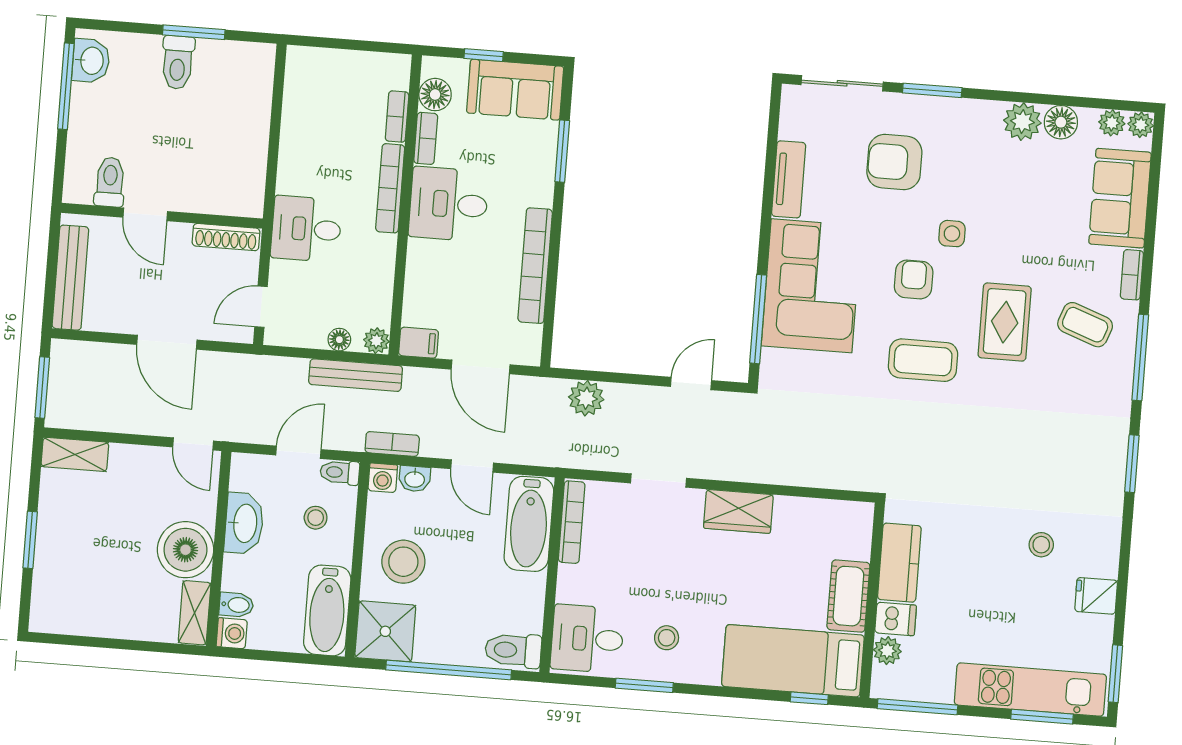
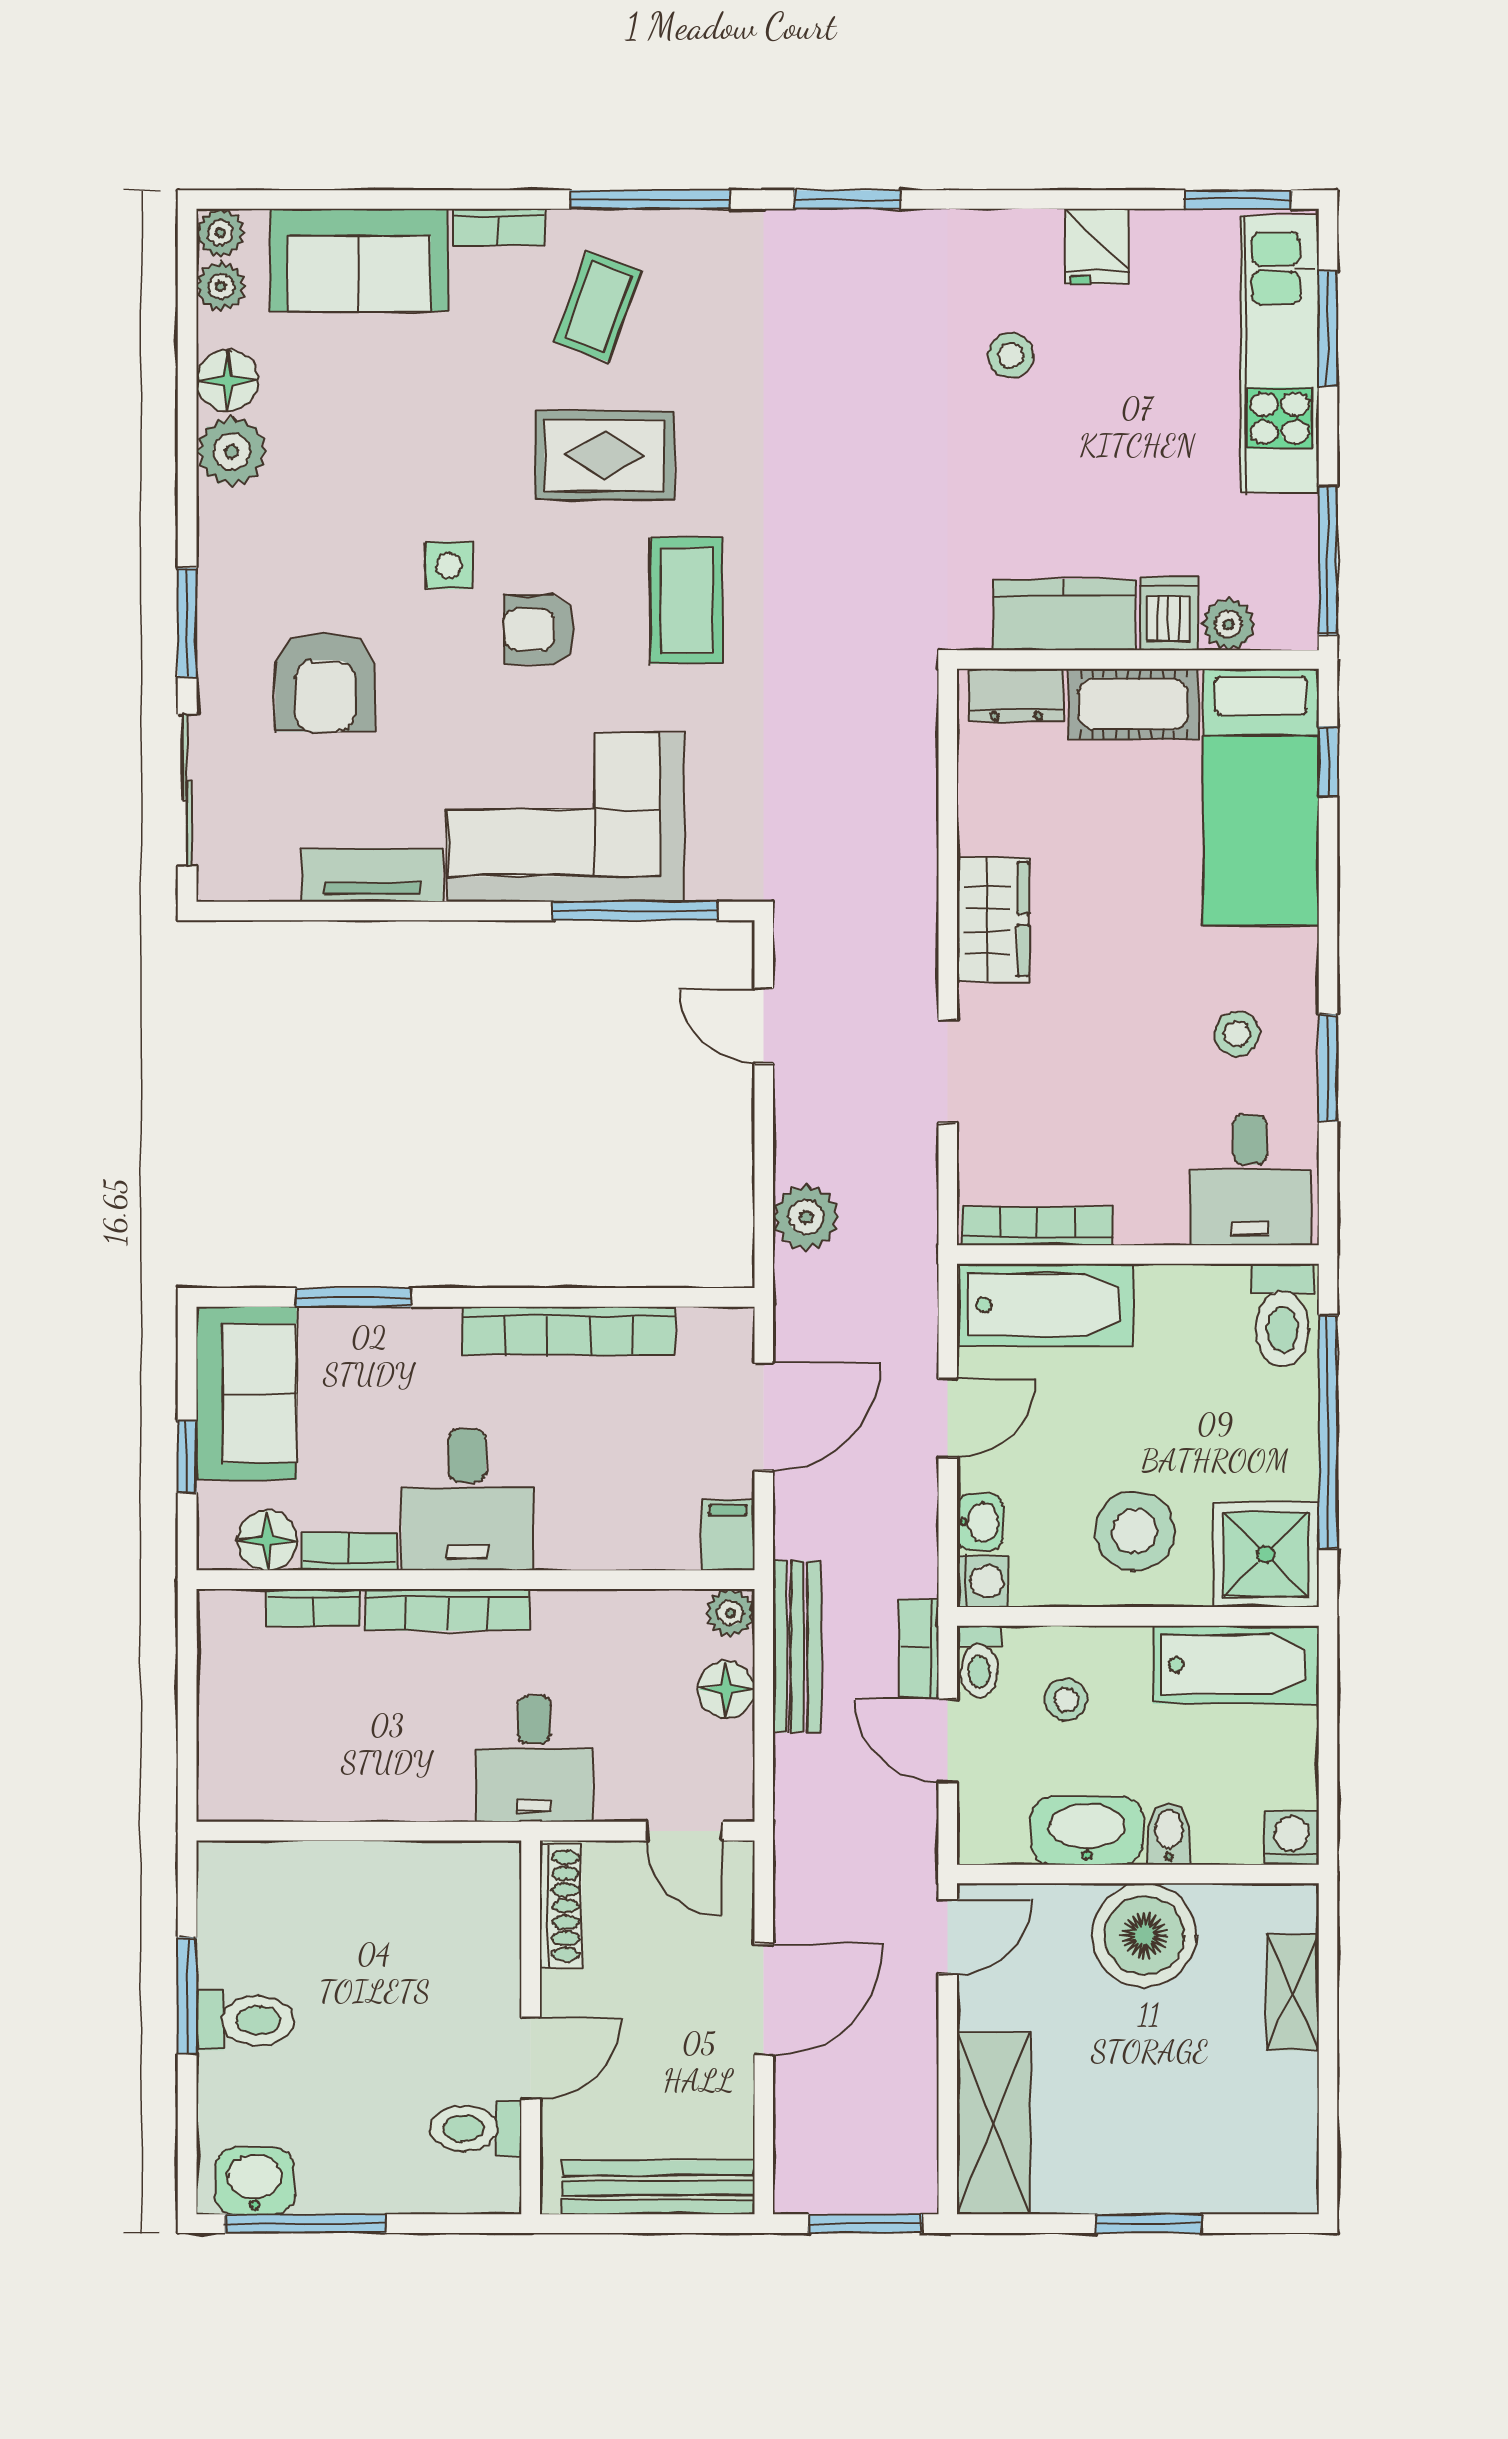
floor lamp: (339, 340) -> (726, 1689), width x1.37, depth x1.37
bookcase: (392, 444) -> (919, 1648), moved
shelving: (75, 454) -> (993, 2123), width x1.50, depth x1.33
dresser: (858, 533) -> (1016, 695), added
bidet: (236, 605) -> (1169, 1834), moved
shelving: (195, 613) -> (1293, 1992), moved, turned 90

